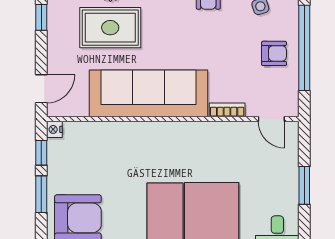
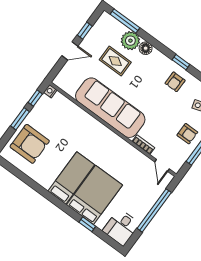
rug: (110, 28) -> (115, 61), width x0.73, depth x0.70
door: (41, 89) -> (70, 51), moved
window: (304, 185) -> (154, 210), width x2.11

